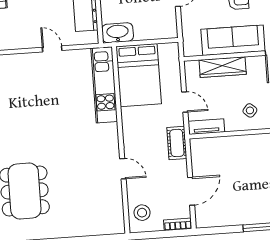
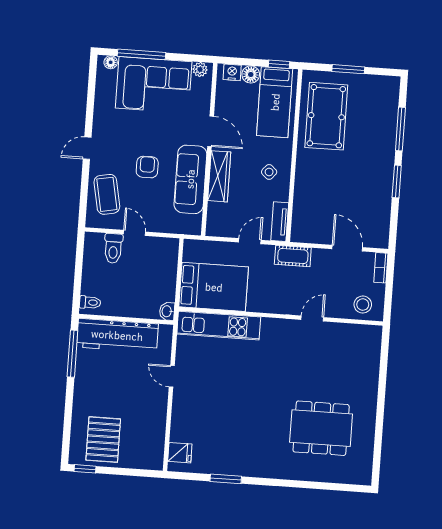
washbasin: (118, 33) -> (167, 311), width x0.52, depth x0.69
door: (52, 49) -> (172, 376), hinge flipped
wardrobe: (223, 67) -> (219, 176), moved

